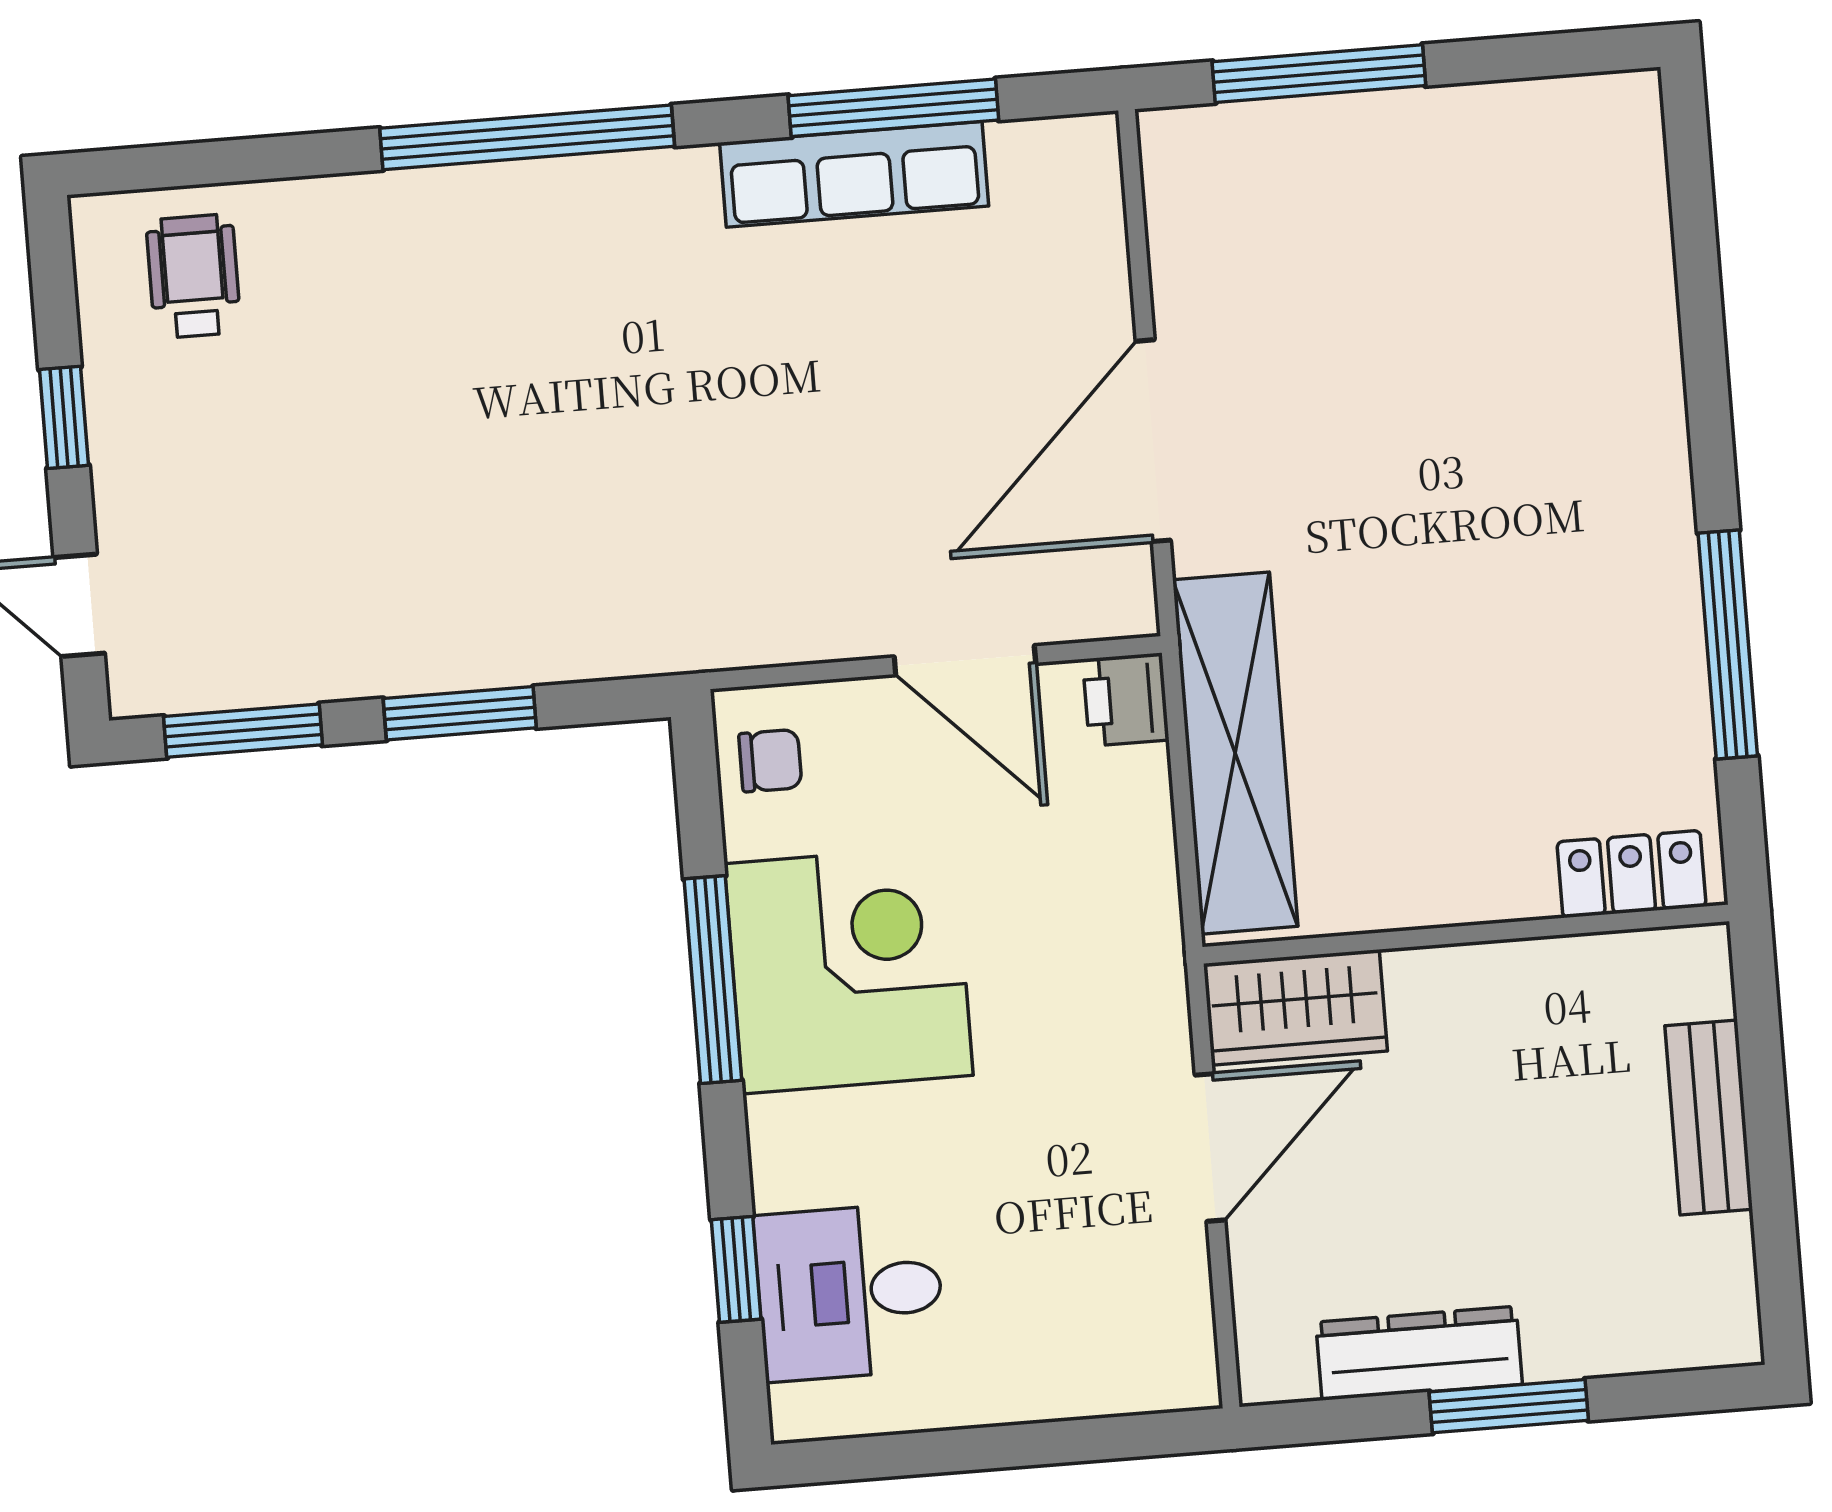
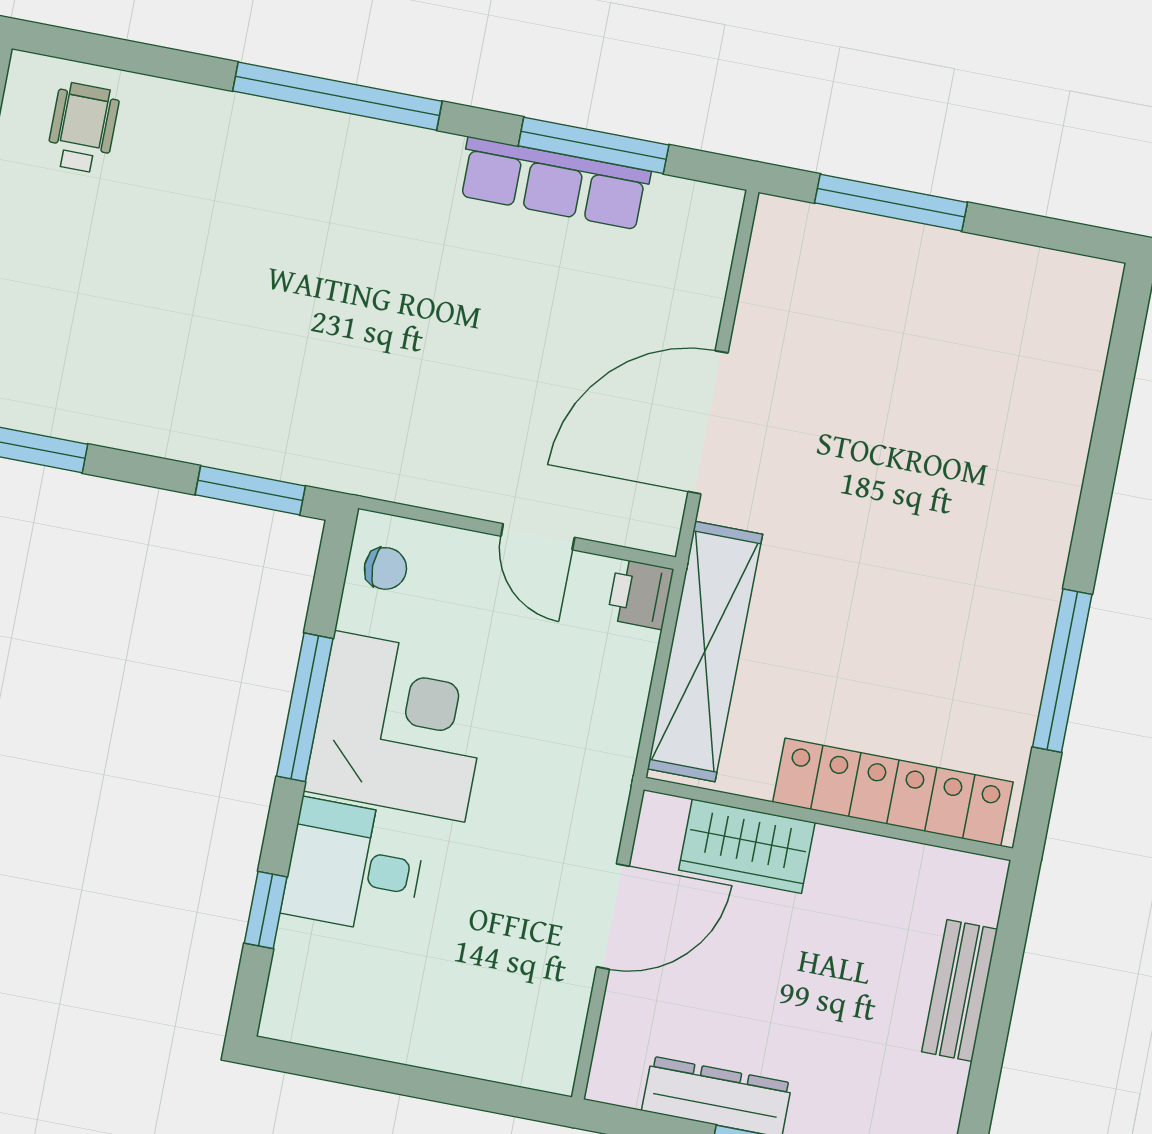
door: (965, 660) -> (538, 537), width x0.73
window: (460, 713) -> (250, 490), moved
locker: (1632, 874) -> (893, 792), width x2.16, depth x1.21
wardrobe: (1295, 1007) -> (747, 846), moved
desk: (850, 1292) -> (354, 867), moved

